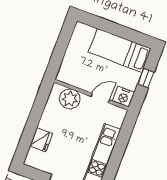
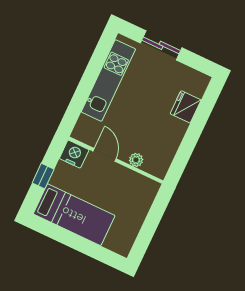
door: (100, 98) -> (105, 155), swing flipped
plant: (70, 99) -> (136, 160), width x0.53, depth x0.53

